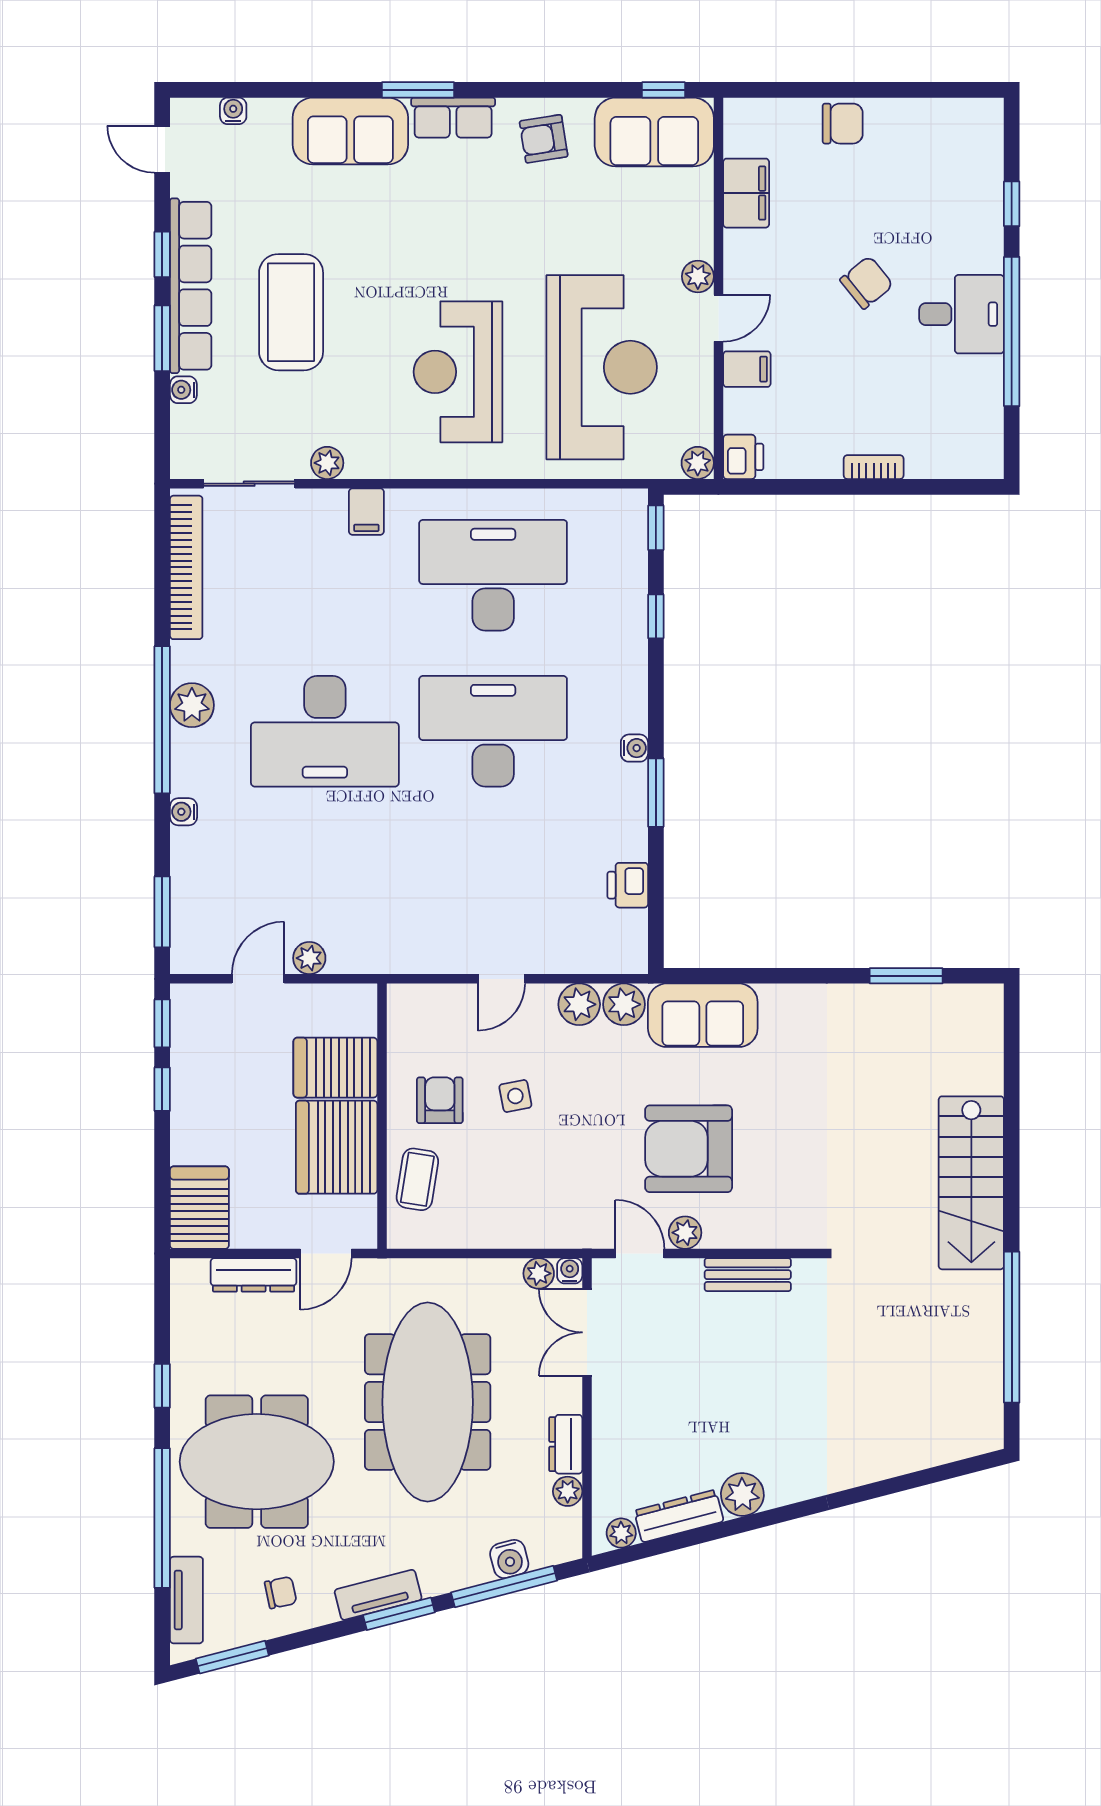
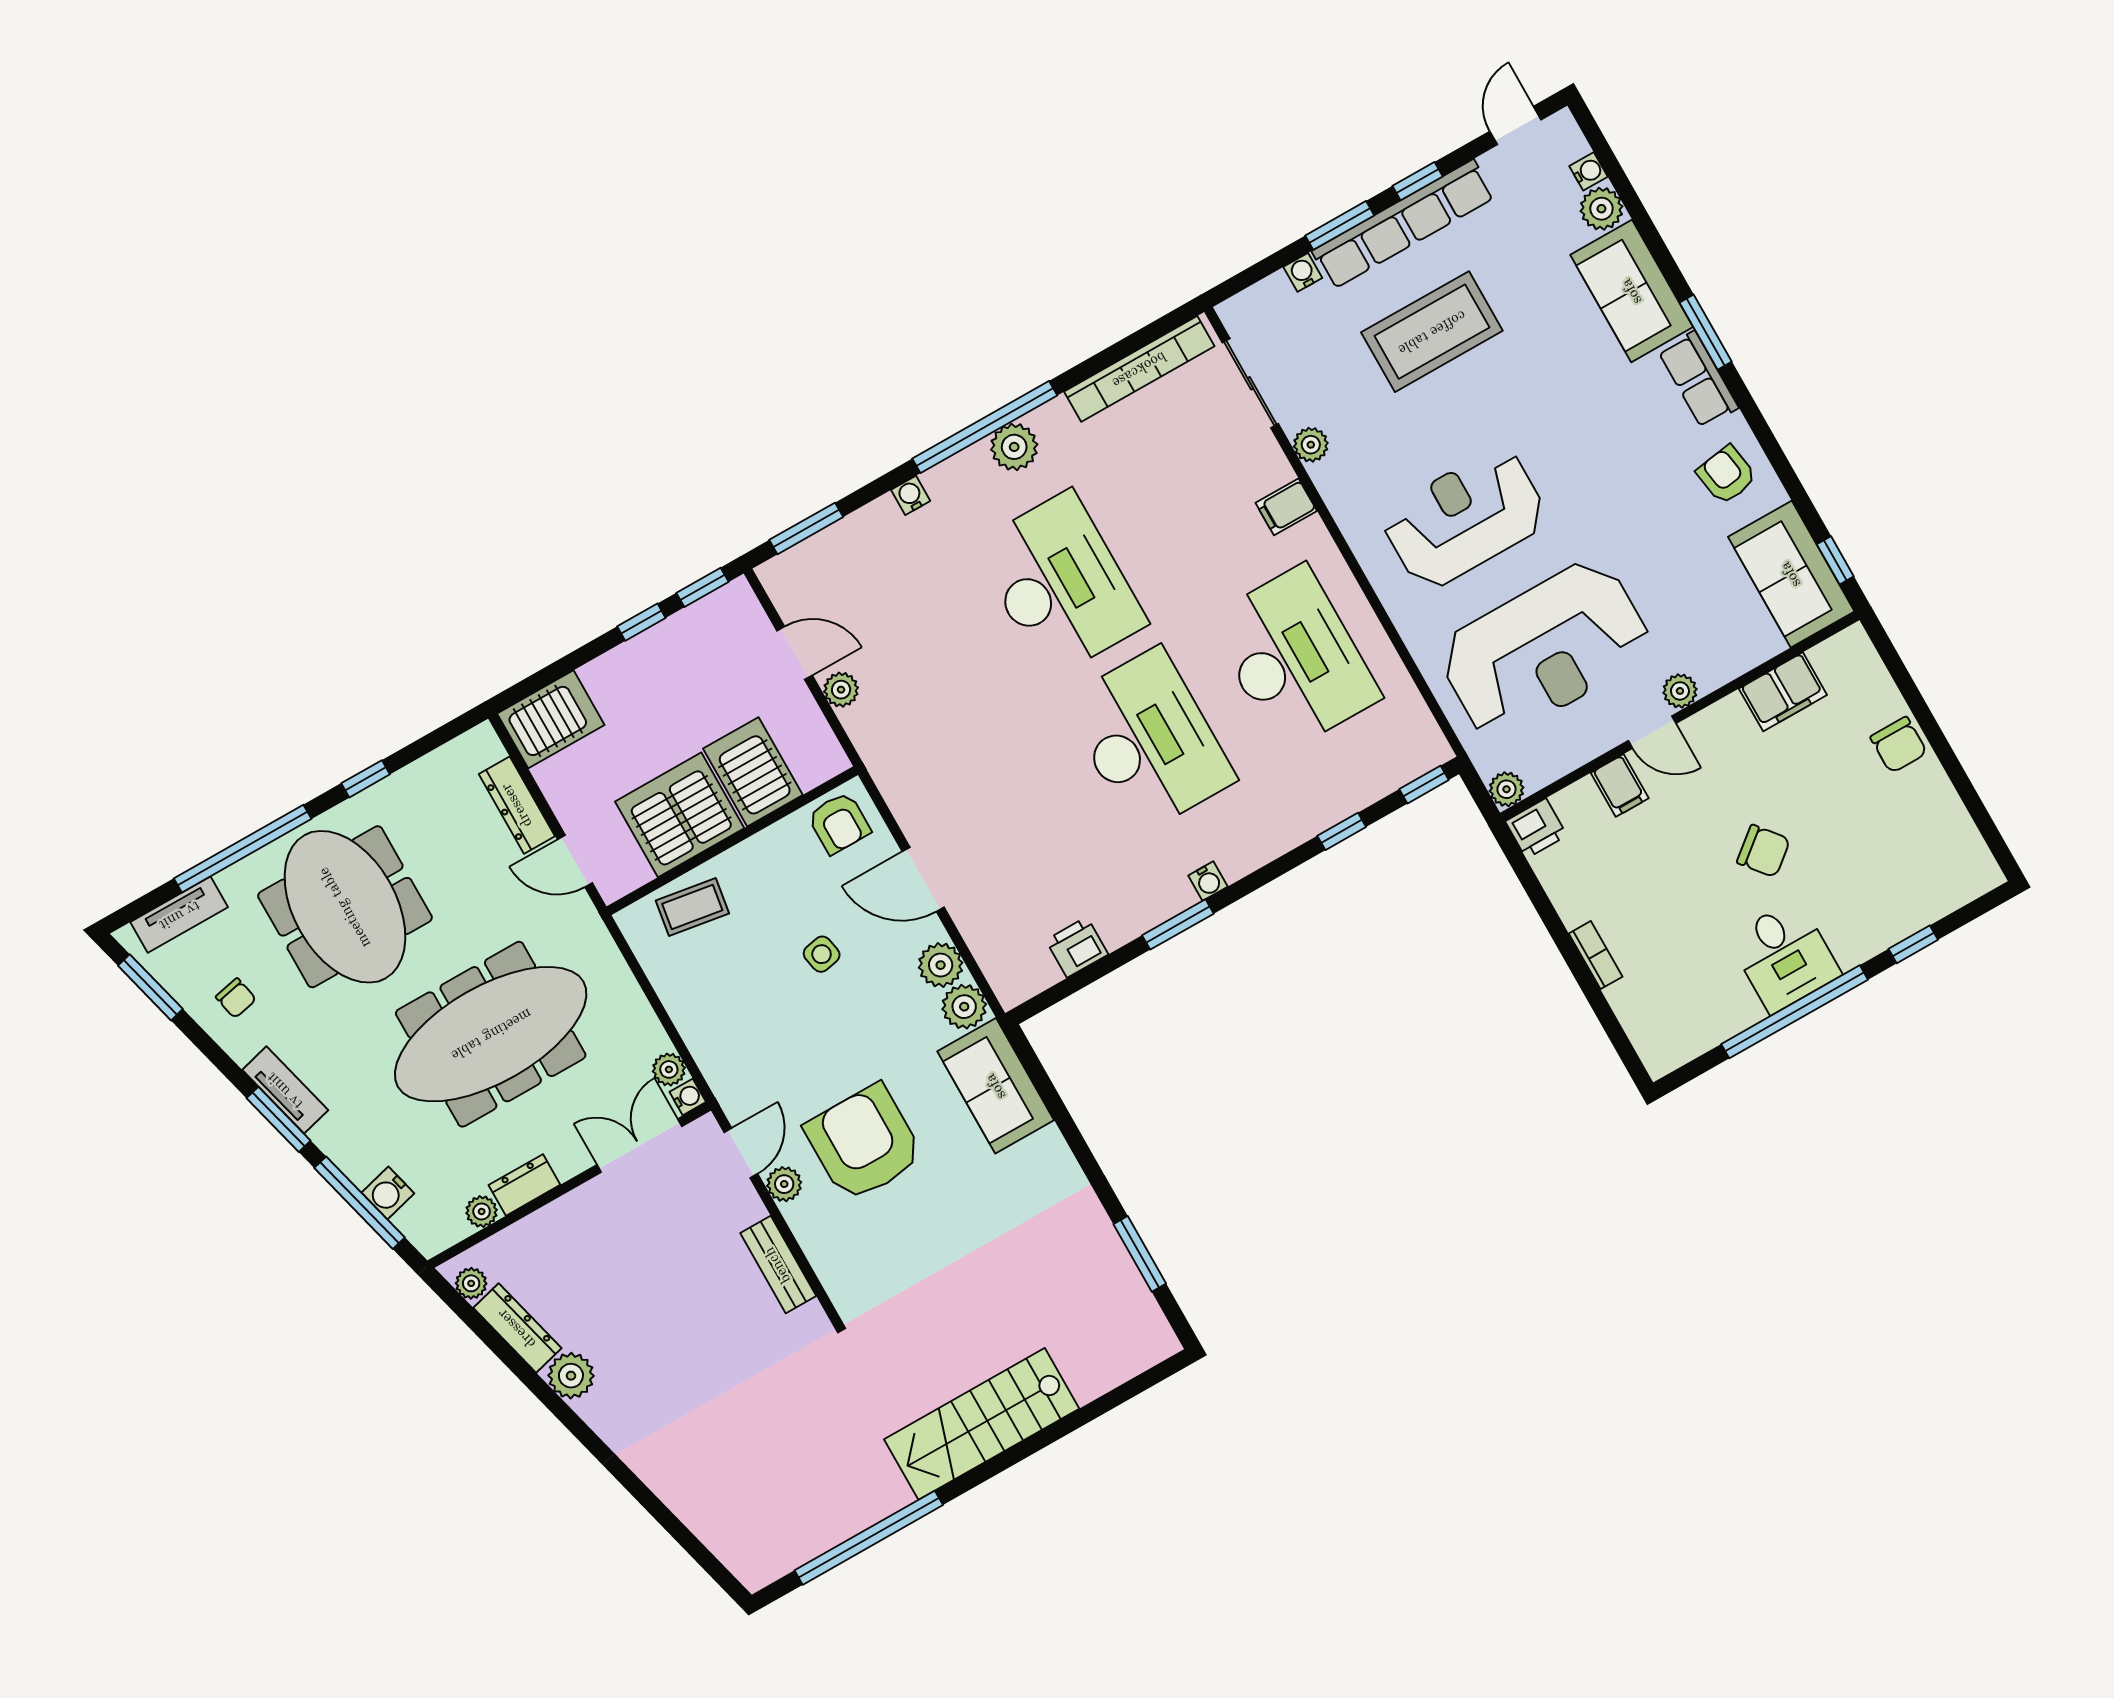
plant: (270, 118) -> (1601, 209), added
desk: (325, 731) -> (1060, 584), turned 180
door: (501, 979) -> (923, 879), width x1.38
armchair: (440, 1100) -> (839, 823), moved, turned 90

